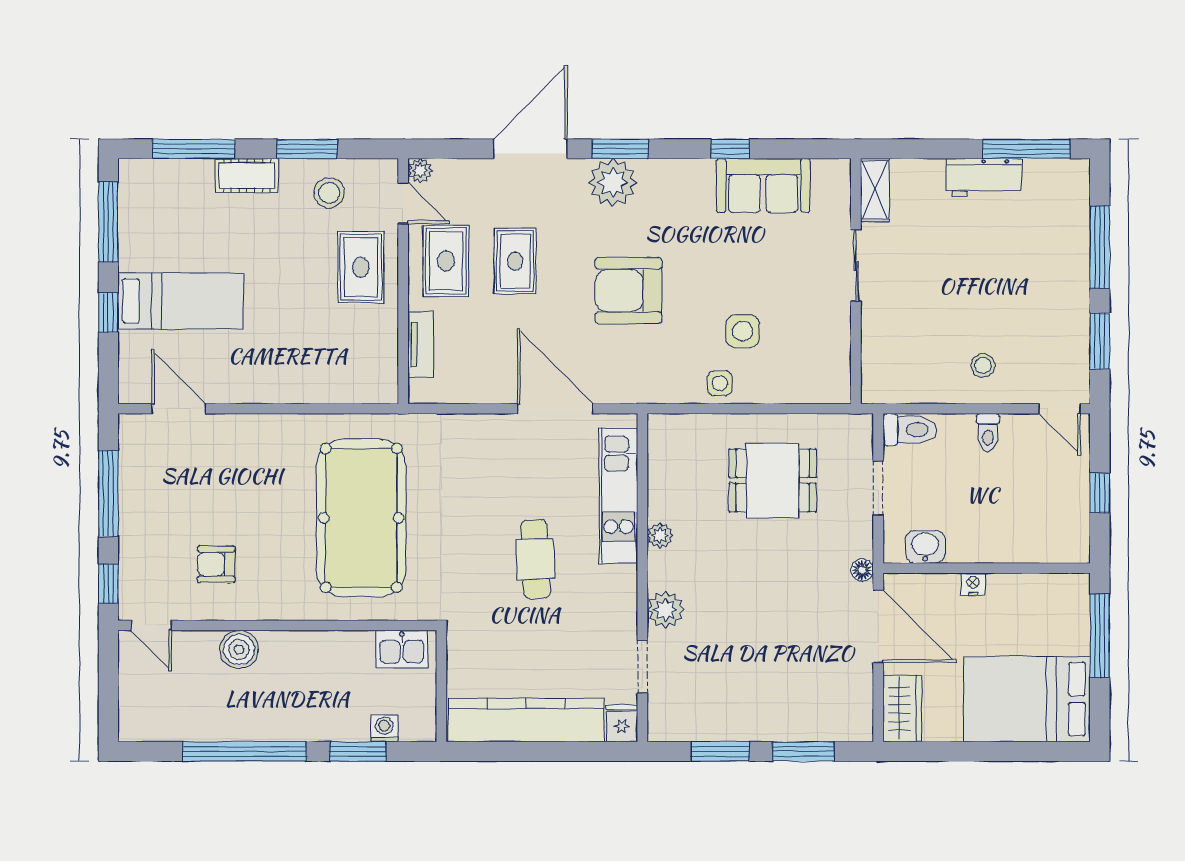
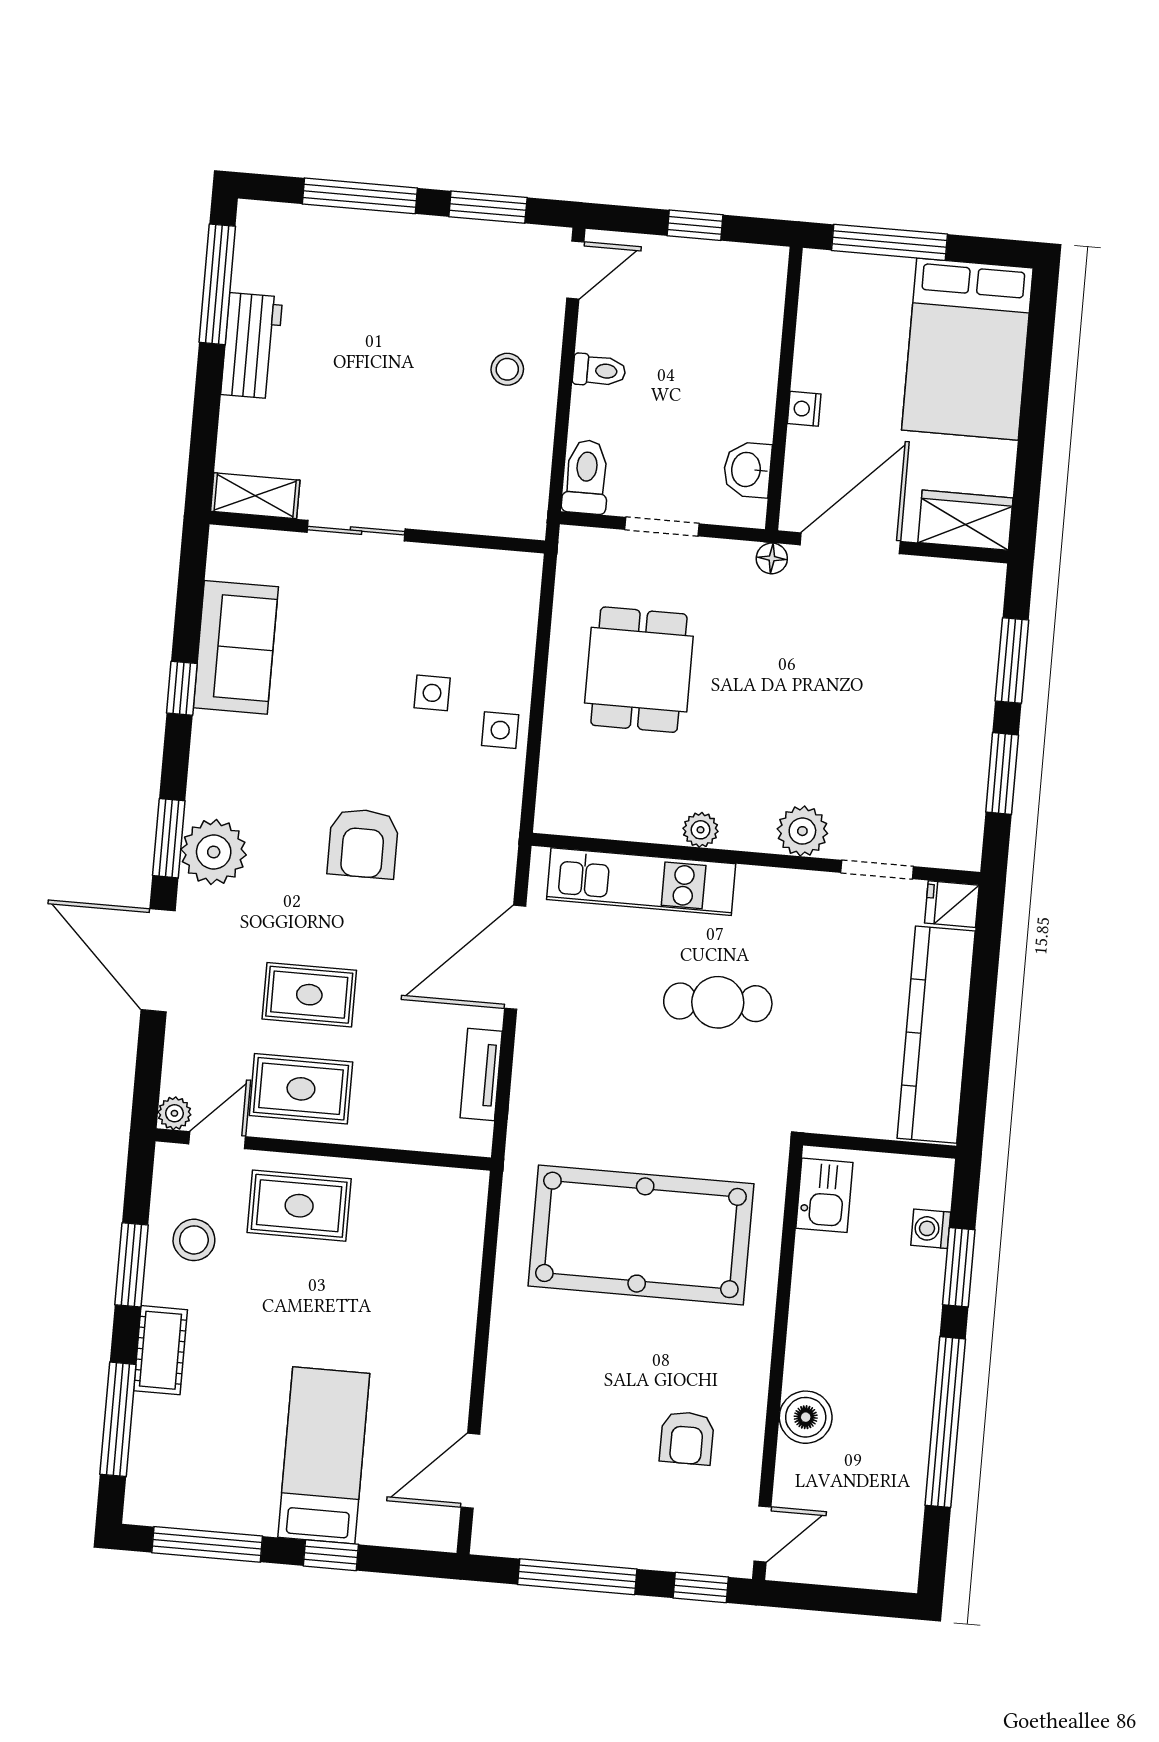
armchair: (629, 291) -> (363, 843), width x0.73, depth x0.73
side table: (743, 331) -> (432, 693), width x0.73, depth x0.73
tv unit: (421, 344) -> (481, 1075), moved, turned -90

